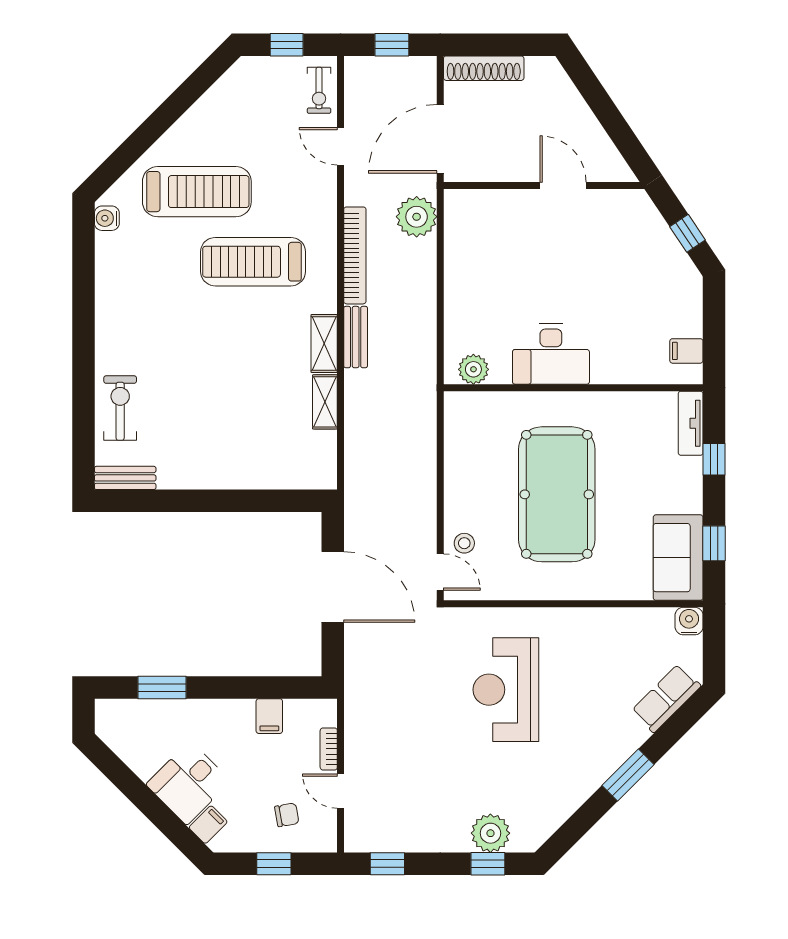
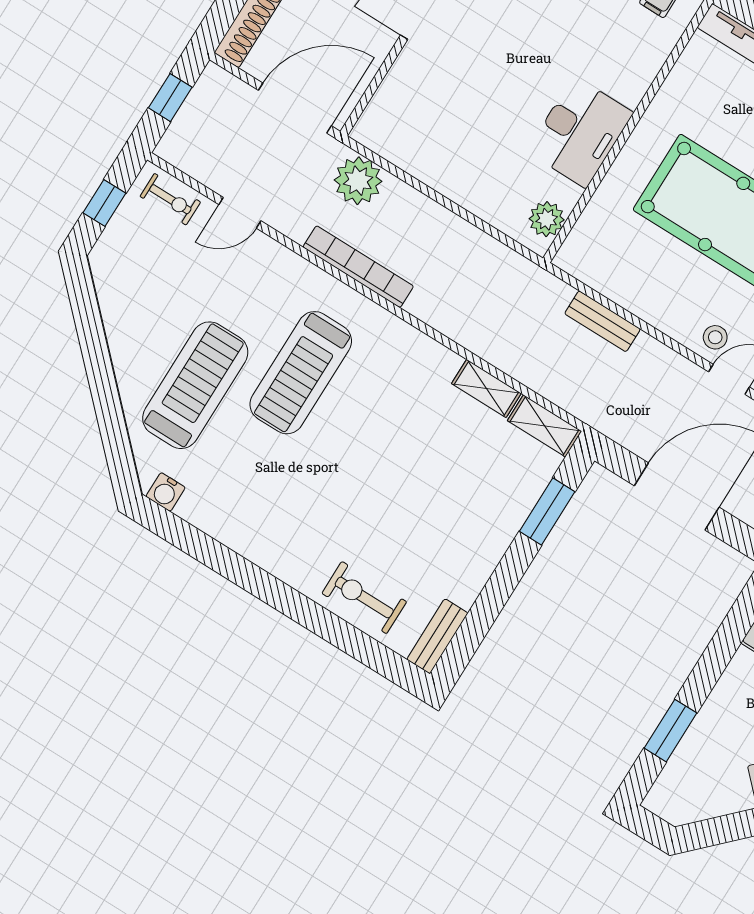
door: (440, 139) -> (295, 108), swing flipped
bench: (356, 337) -> (602, 321), moved
shelving: (324, 343) -> (544, 426), moved
window: (264, 501) -> (547, 512), added

